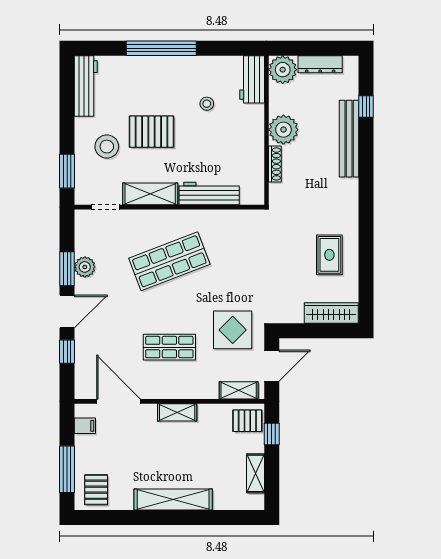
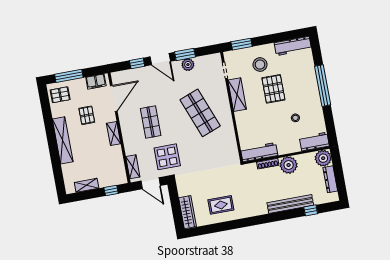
workbench: (209, 194) -> (259, 152), moved, turned -90
pallet: (247, 421) -> (87, 115), moved
filing cabinet: (85, 426) -> (96, 82), width x2.00

